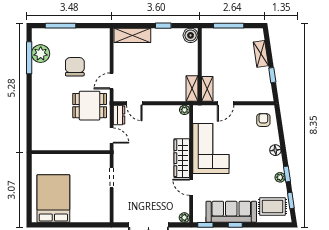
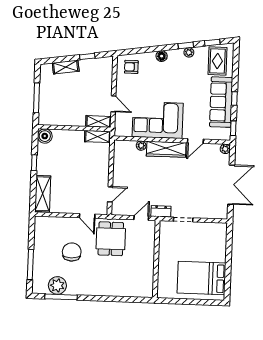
chair: (75, 67) -> (72, 252), turned 90
plant: (184, 110) -> (141, 146), moved
dresser: (119, 115) -> (161, 211), moved

